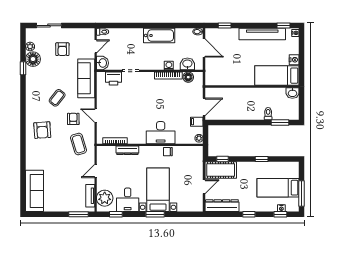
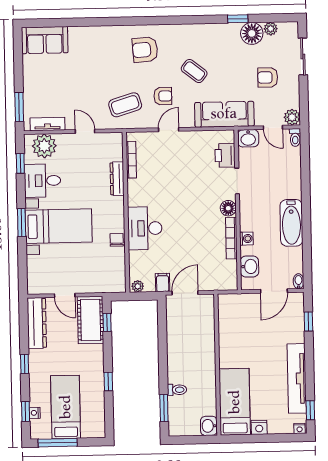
plant: (89, 34) -> (292, 117), added
floor lamp: (188, 77) -> (228, 208), moved
door: (204, 107) -> (185, 293), swing flipped
sofa: (34, 191) -> (45, 40), width x0.73

